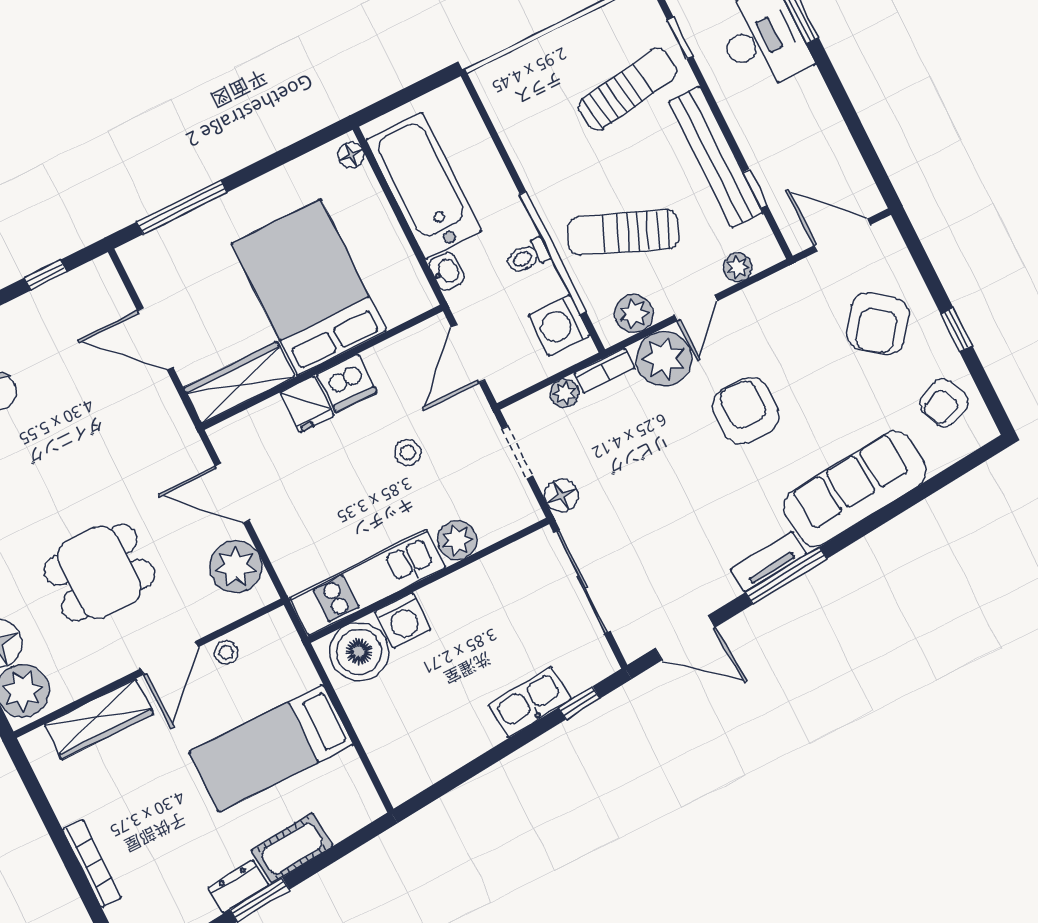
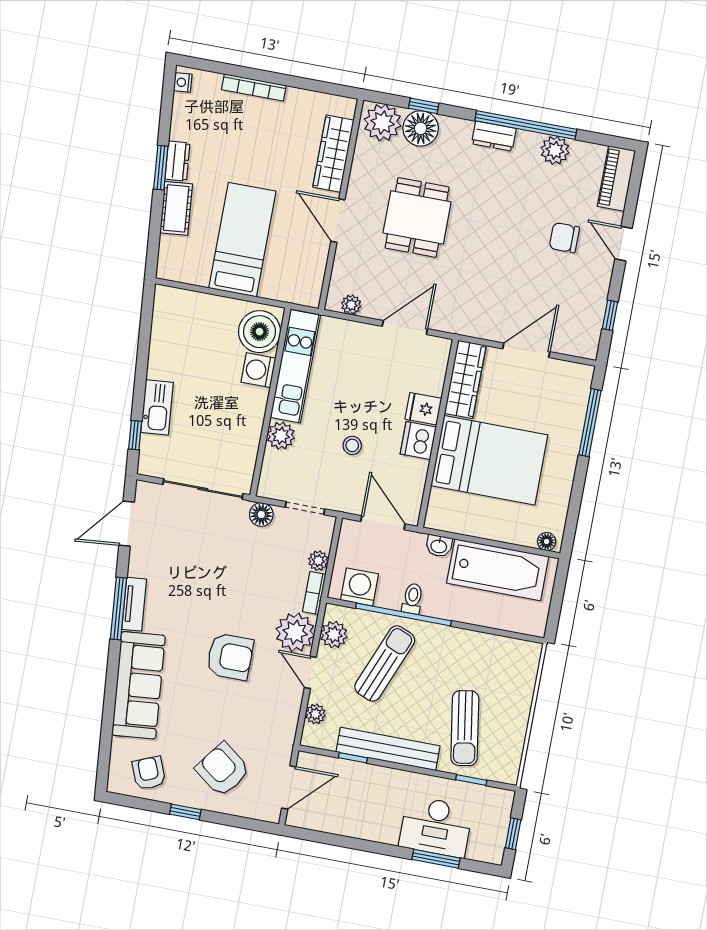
plant: (236, 567) -> (351, 305), width x0.53, depth x0.53
stool: (226, 652) -> (317, 255), removed

